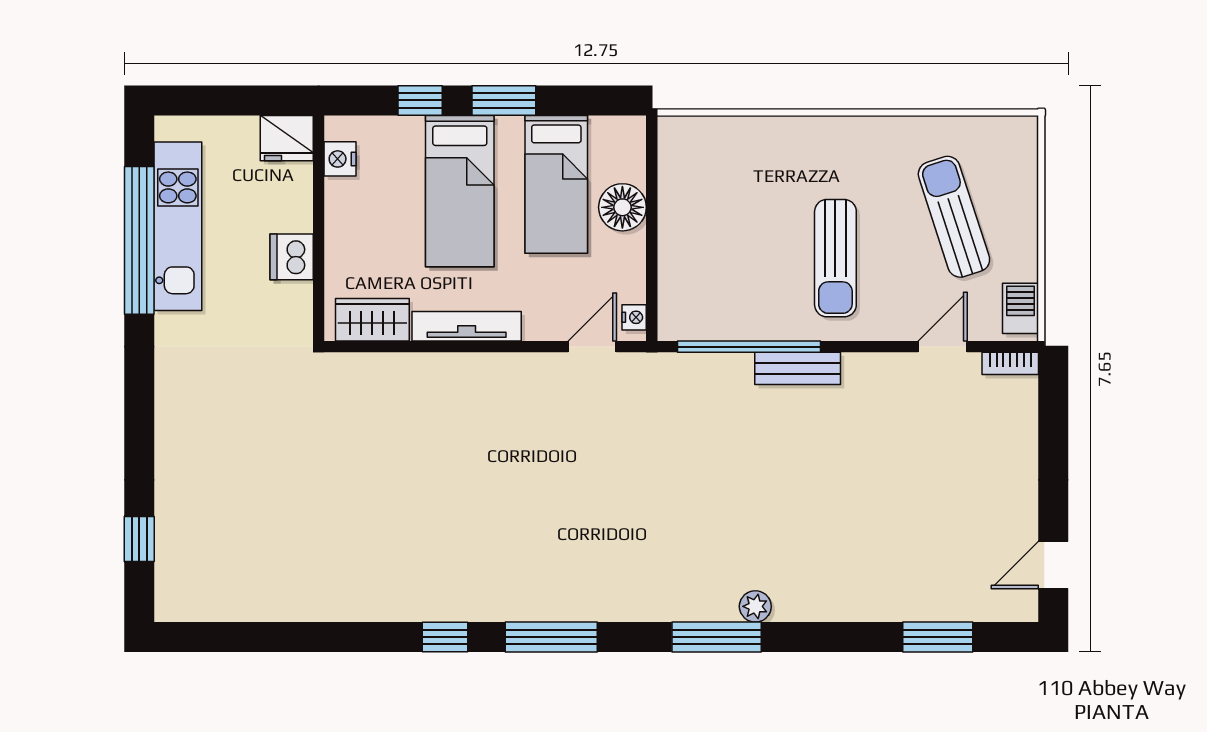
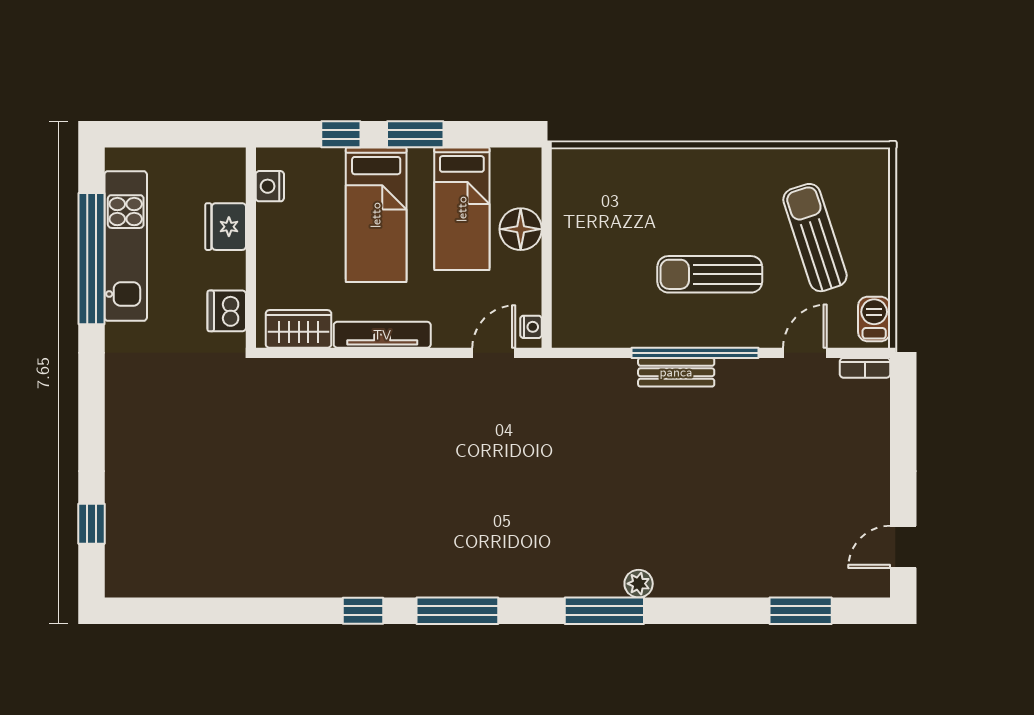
fridge: (287, 138) -> (226, 227), moved, turned 90
dishwasher: (292, 257) -> (227, 311), moved
sun lounger: (835, 258) -> (710, 274), turned 90
window: (749, 347) -> (695, 353), moved

